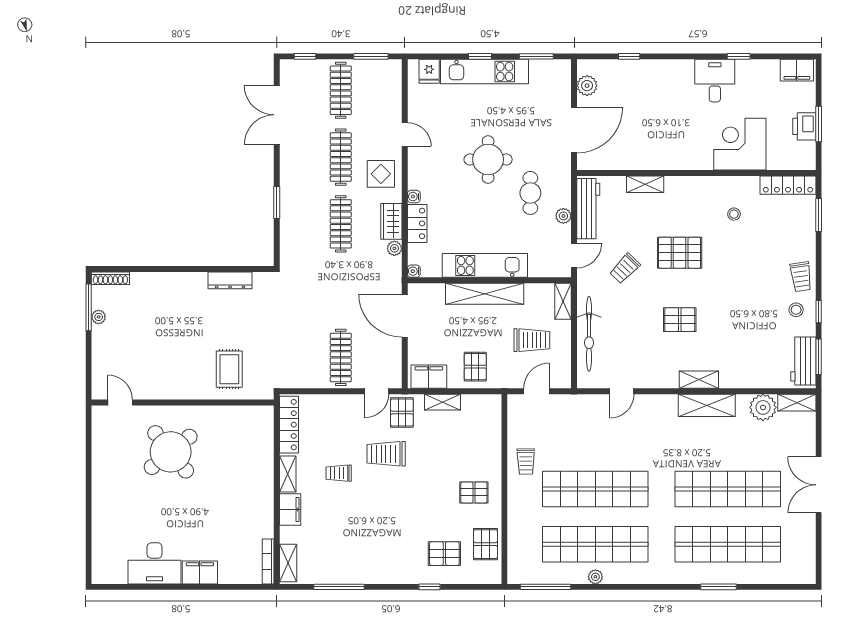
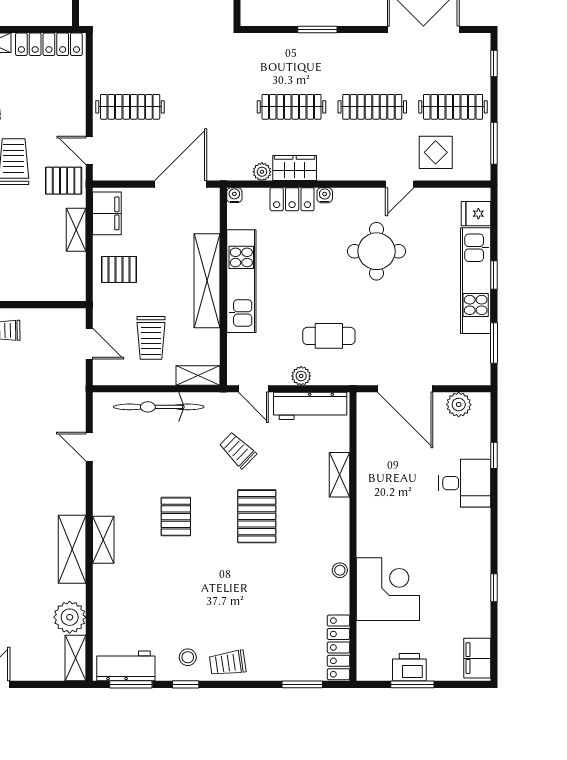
desk: (715, 81) -> (465, 483), moved
round table: (488, 159) -> (377, 251), moved
display table: (381, 174) -> (436, 152), moved
stool: (734, 214) -> (340, 570), moved

